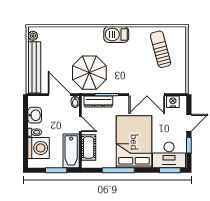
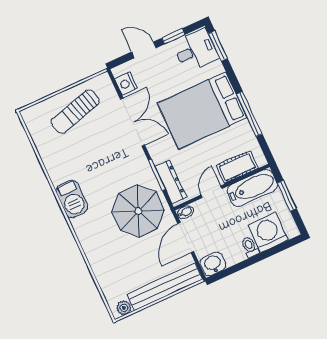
sun lounger: (161, 49) -> (75, 112), moved
washbasin: (35, 115) -> (213, 264), moved
desk: (169, 155) -> (196, 51), width x0.73

